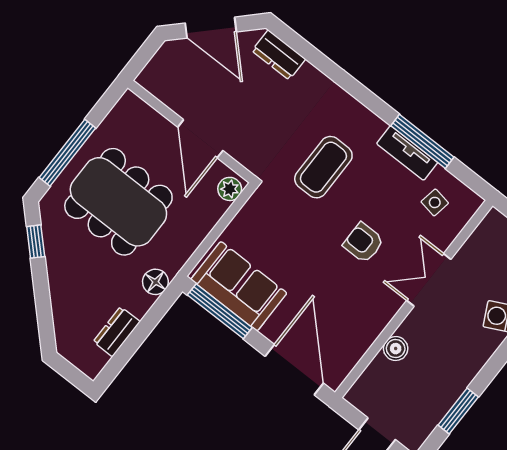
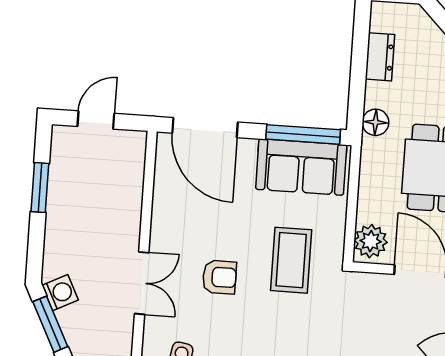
coffee table: (323, 167) -> (291, 260), moved
plant: (230, 189) -> (371, 241), width x1.38, depth x1.38
boiler: (396, 349) -> (130, 205), removed

